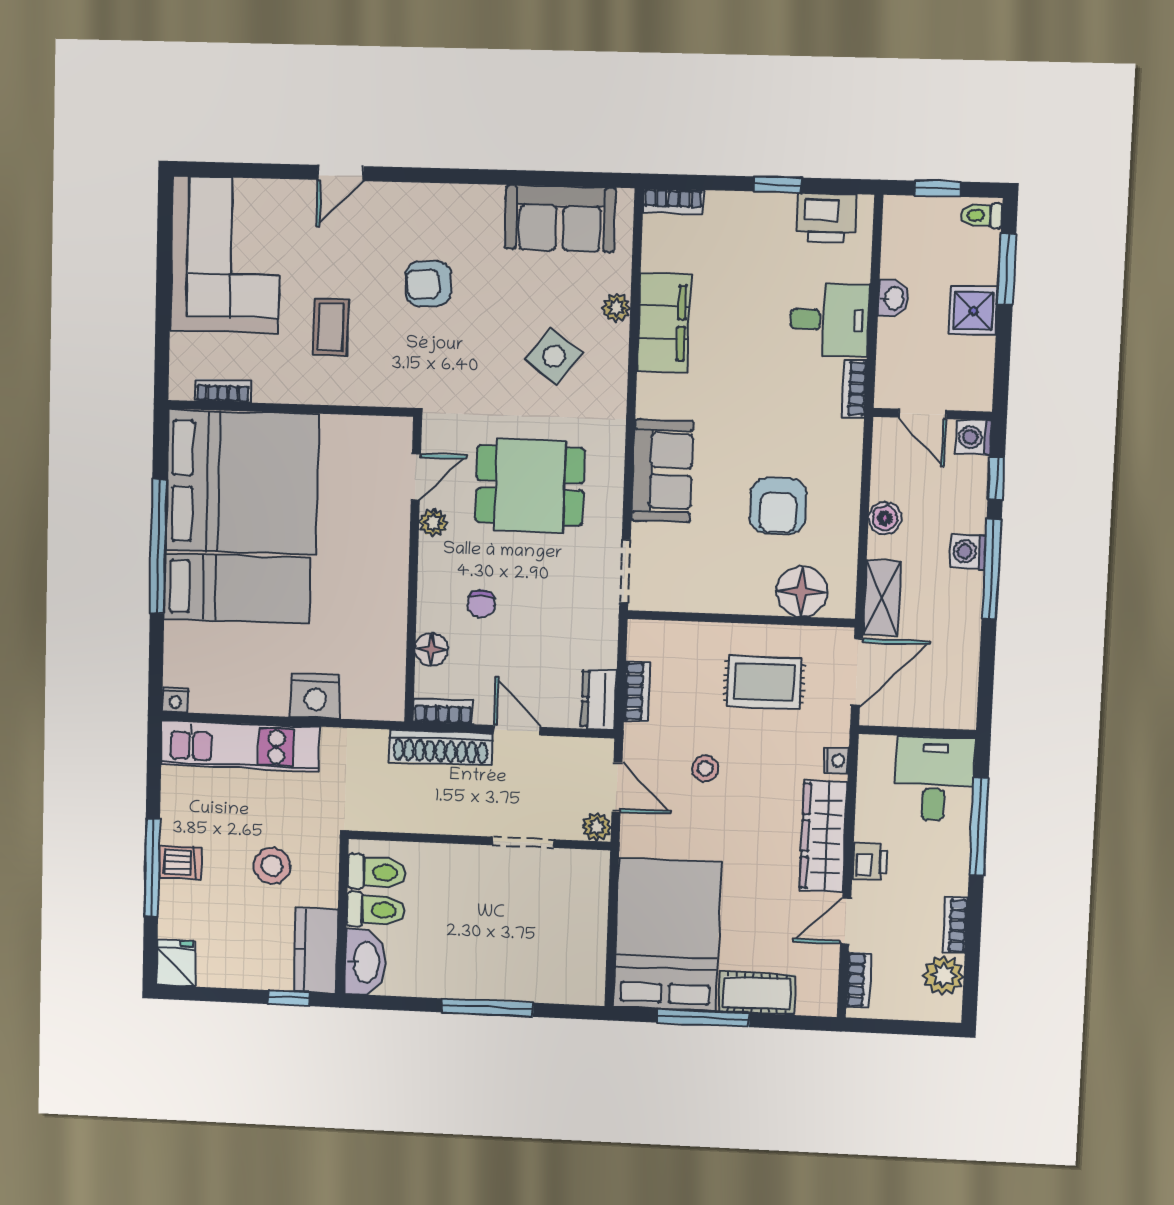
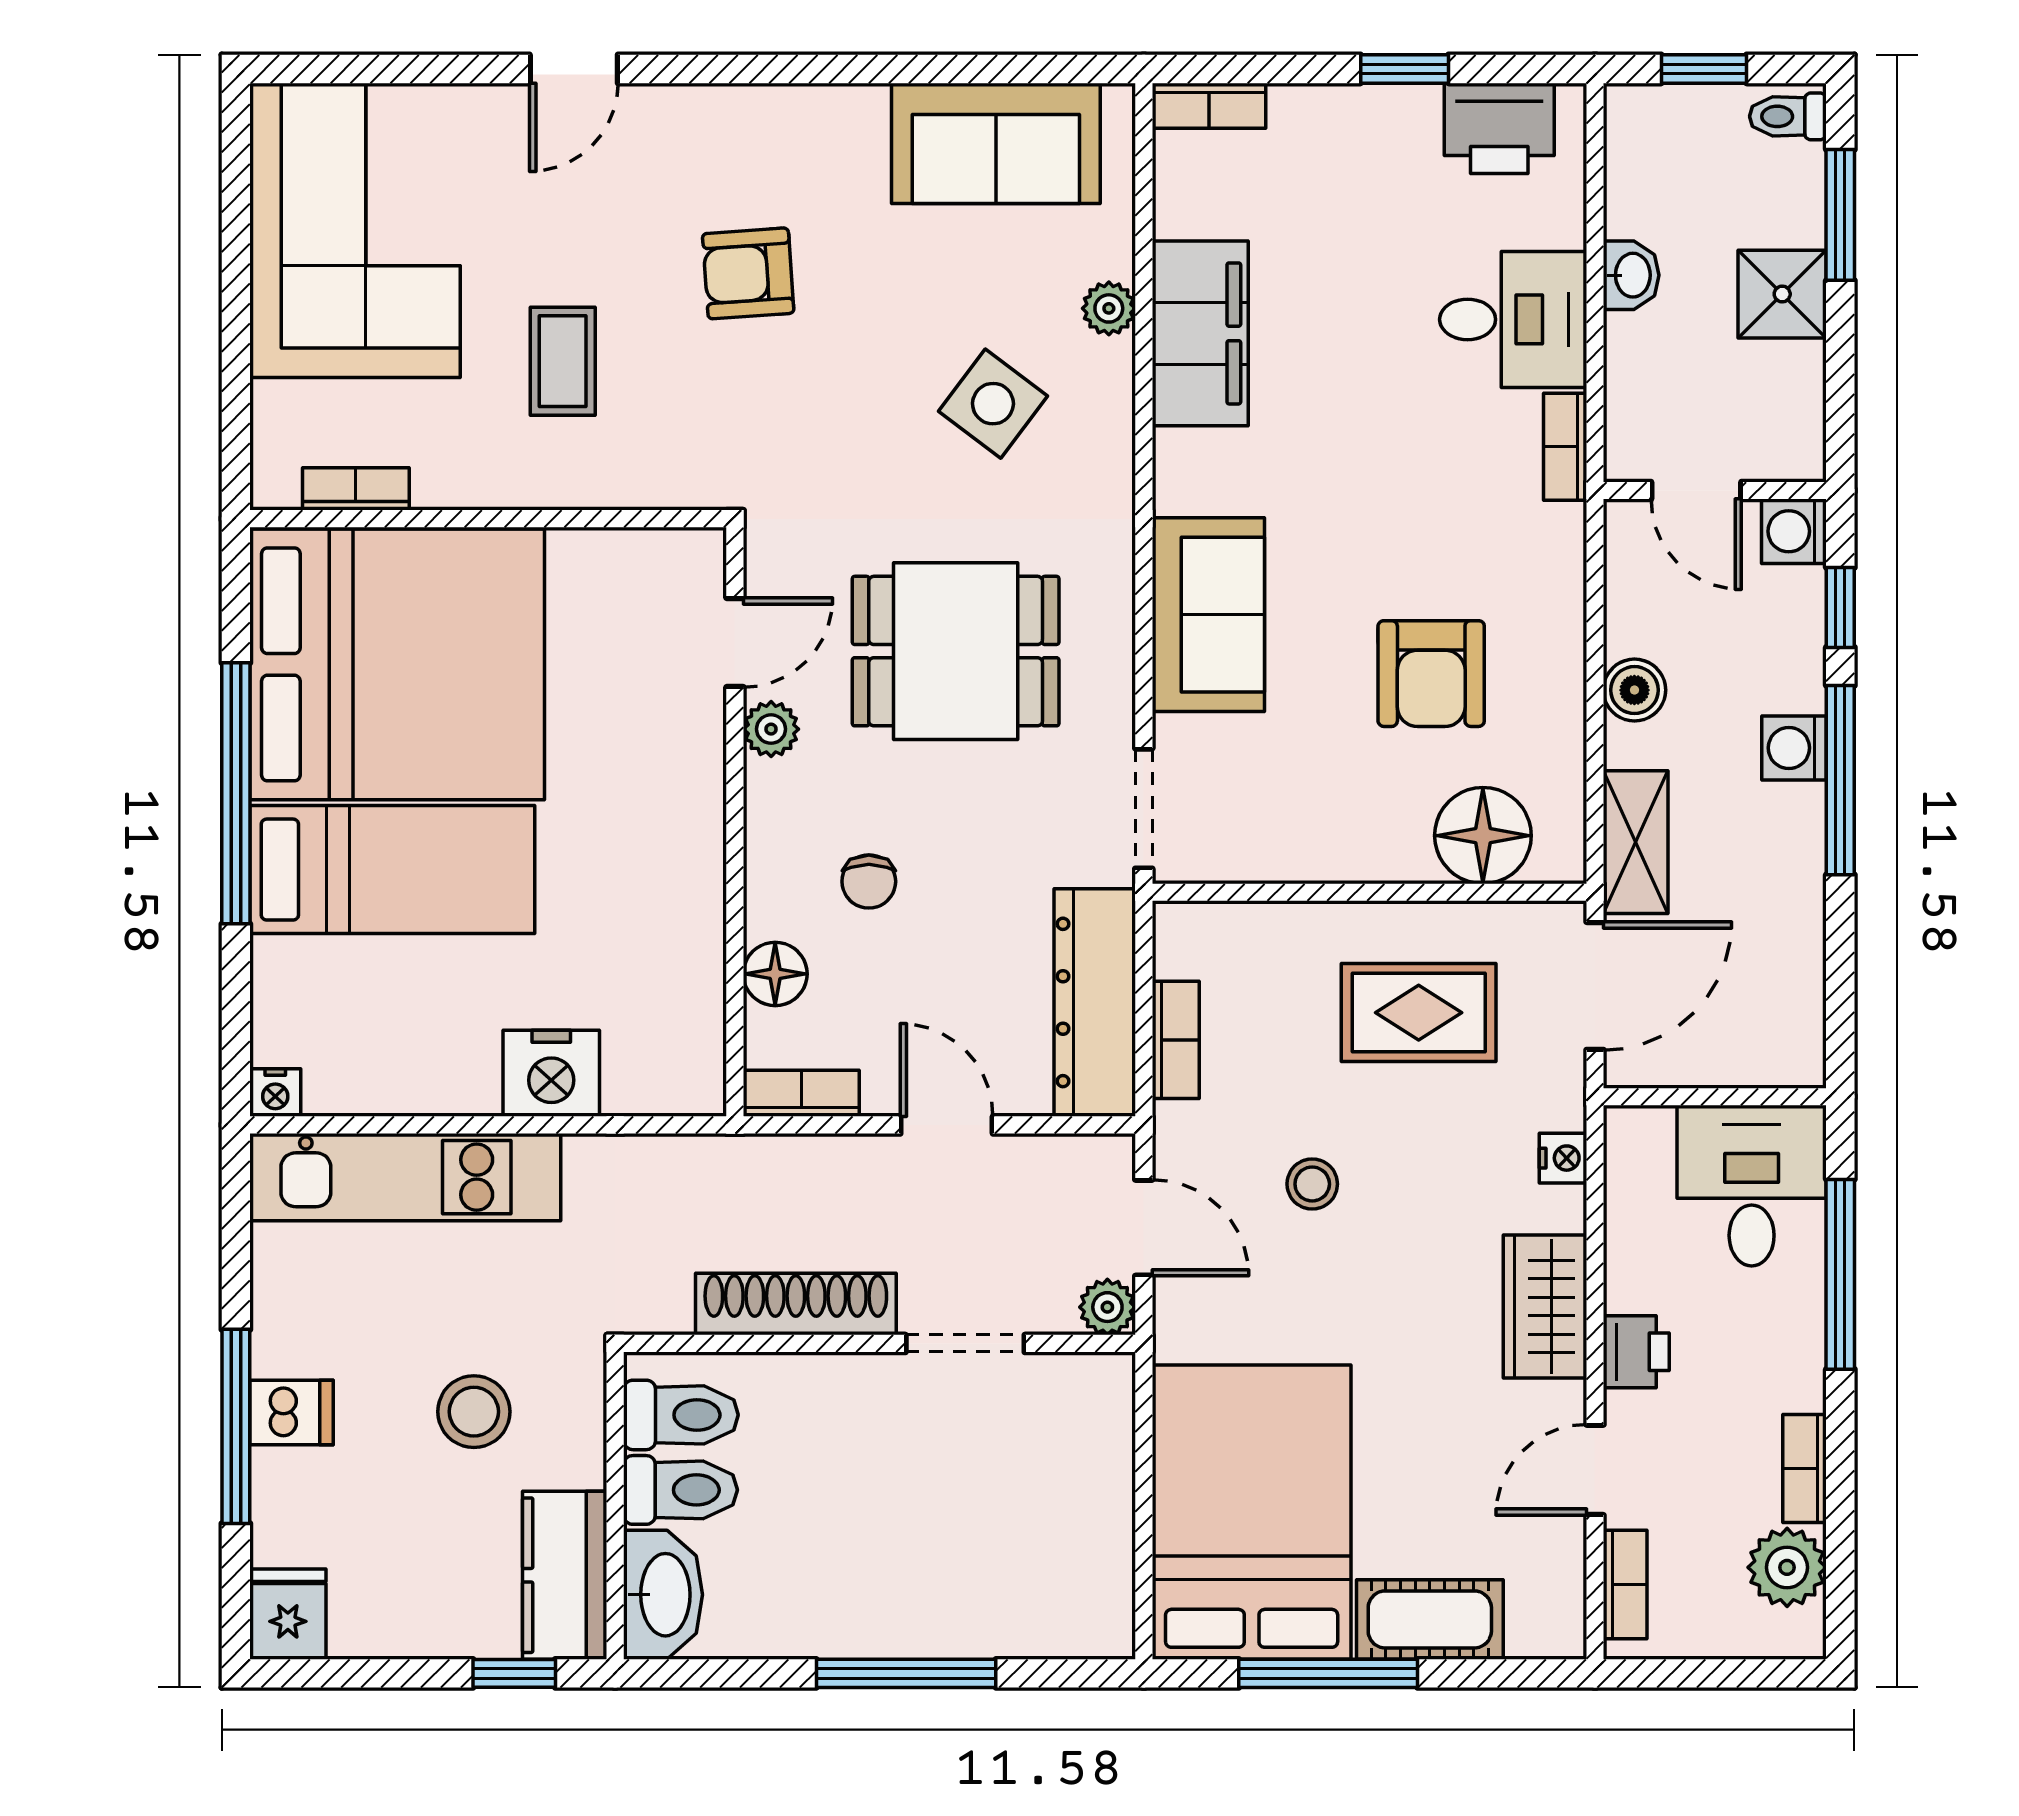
dresser: (599, 699) -> (1095, 1002), width x1.96, depth x1.24
shoe rack: (440, 747) -> (796, 1304), moved, turned 180
wardrobe: (823, 836) -> (1545, 1307), width x0.67

